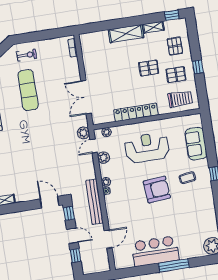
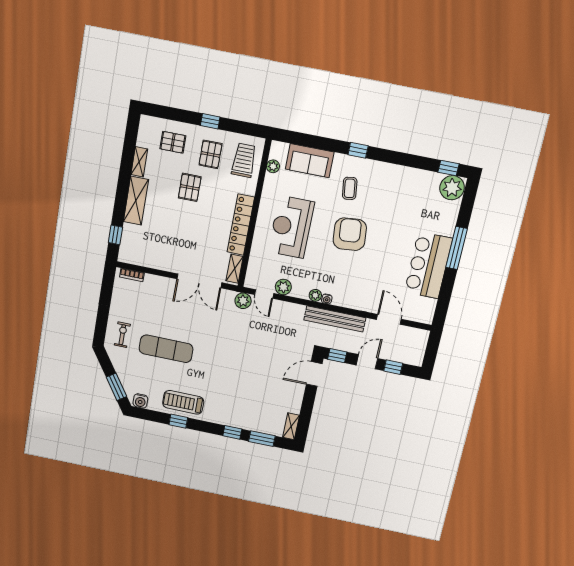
window: (172, 15) -> (115, 235), moved
shelving: (104, 119) -> (235, 269), added
plant: (106, 132) -> (273, 166), moved

